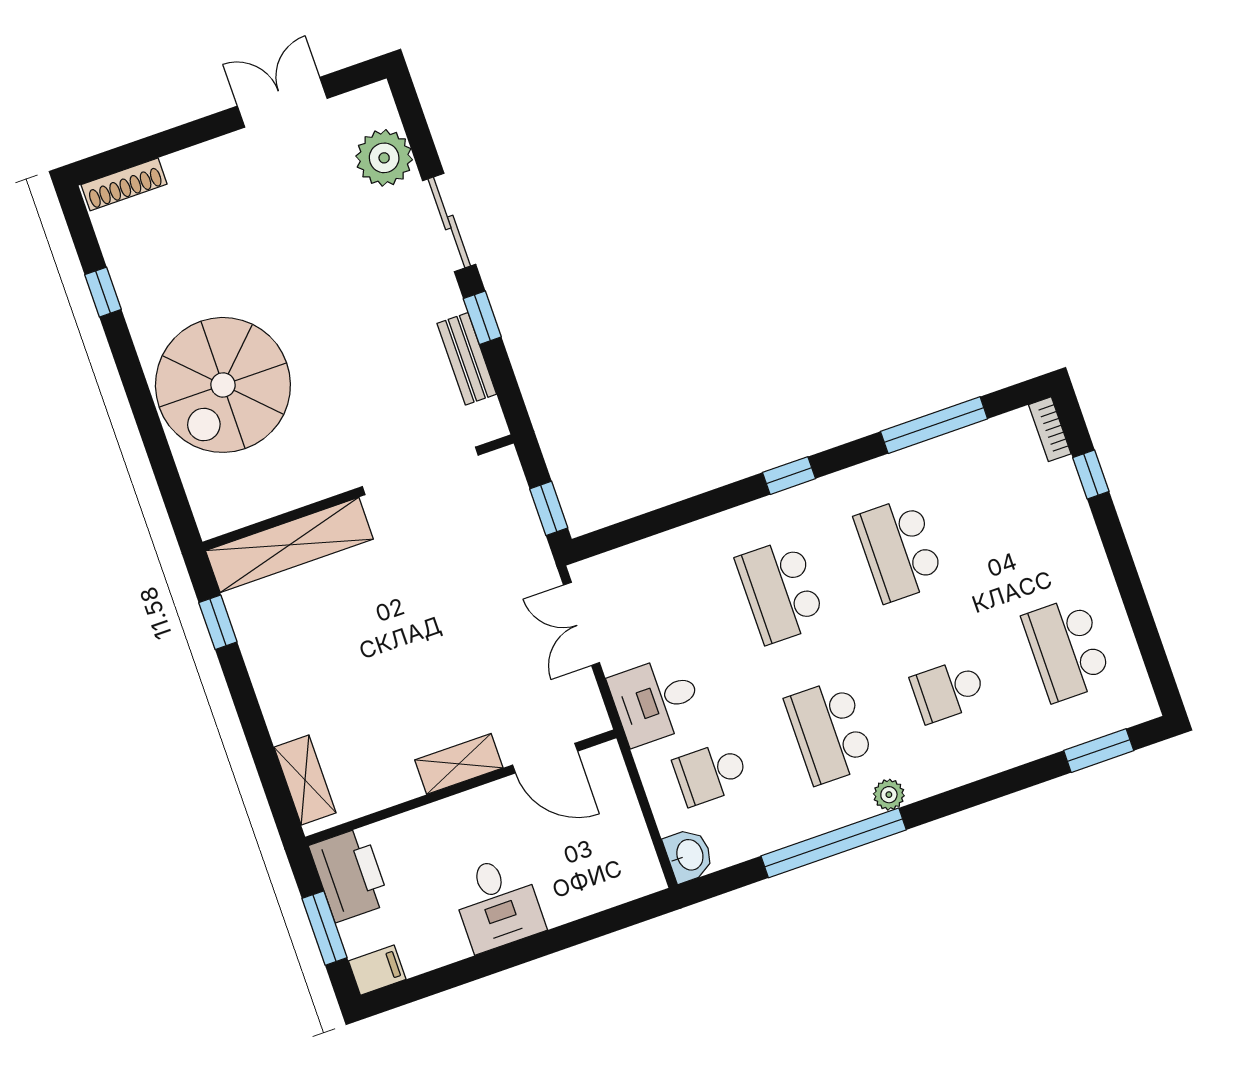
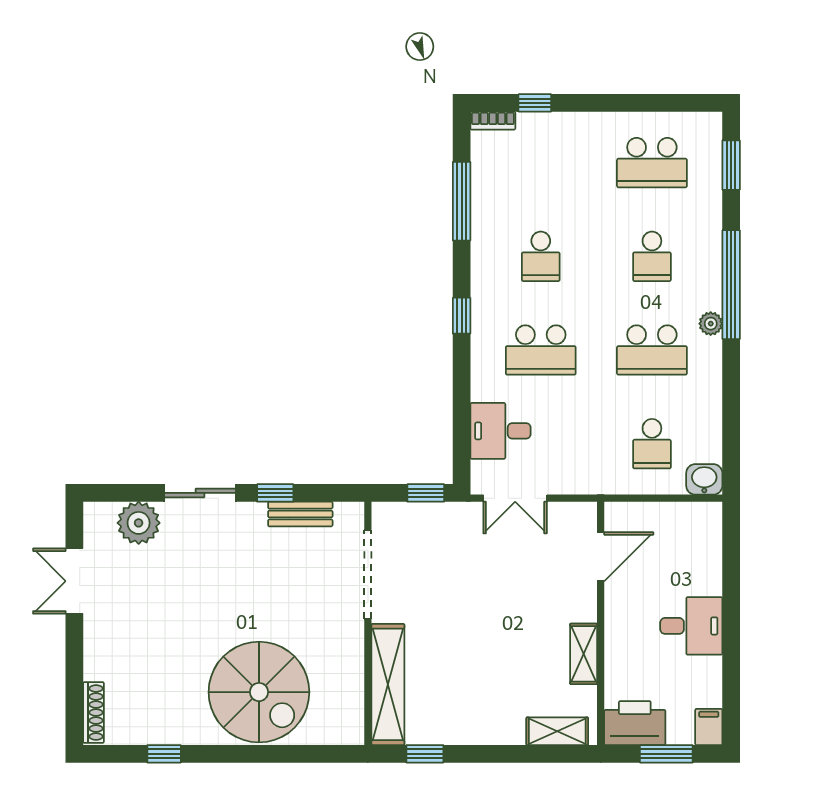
school desk: (899, 550) -> (541, 256), width x0.54
desk: (656, 700) -> (500, 431), moved, turned 90
shelving: (459, 764) -> (584, 654), moved
window: (834, 843) -> (731, 285), moved

